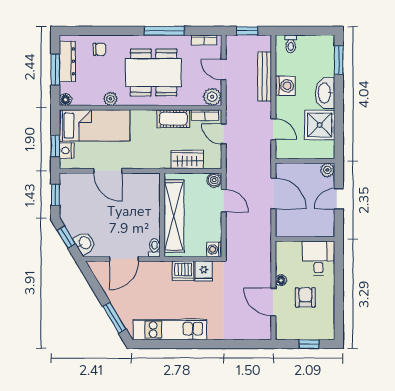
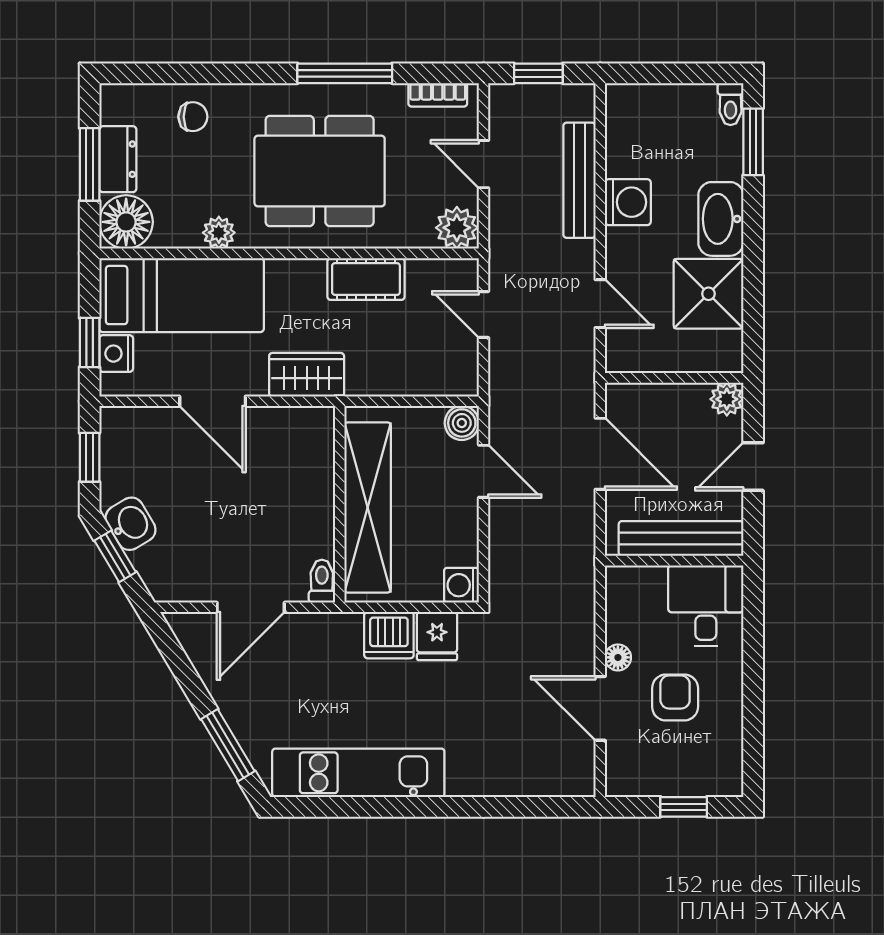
toilet: (291, 44) -> (730, 104), moved
dresser: (67, 61) -> (118, 159), width x0.70
floor lamp: (65, 100) -> (126, 222), width x1.89, depth x1.89
bookcase: (205, 115) -> (440, 271), removed
wardrobe: (187, 160) -> (307, 375), moved
bench: (308, 229) -> (681, 539), added
washbasin: (85, 243) -> (131, 524), moved

